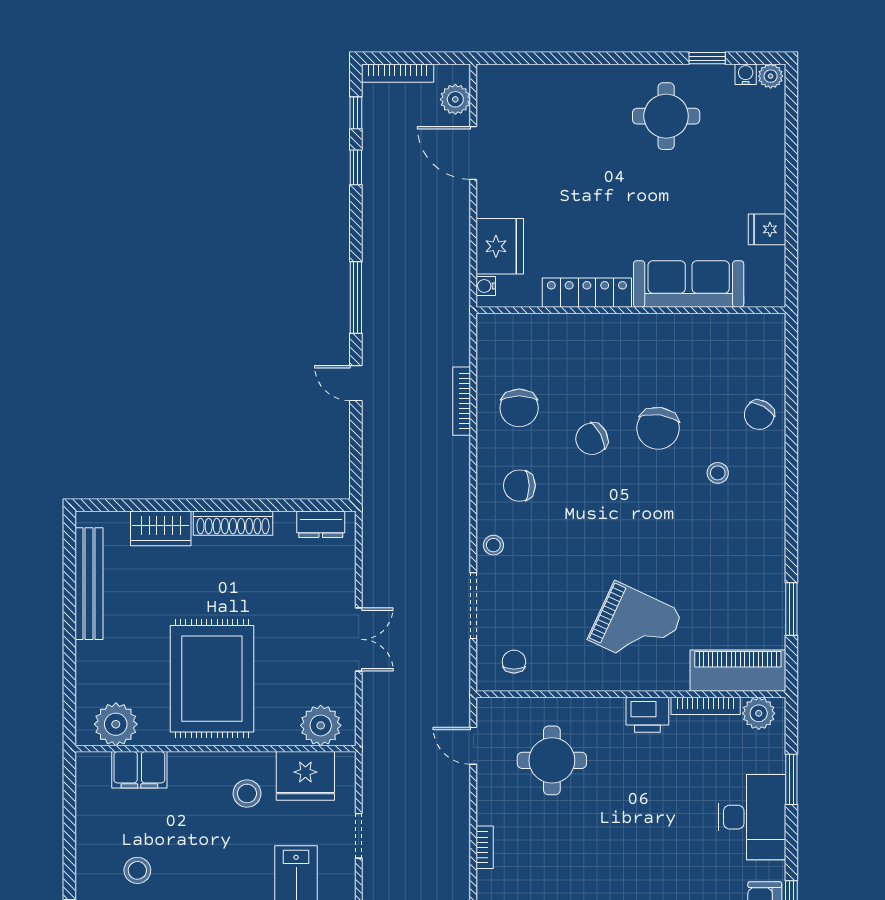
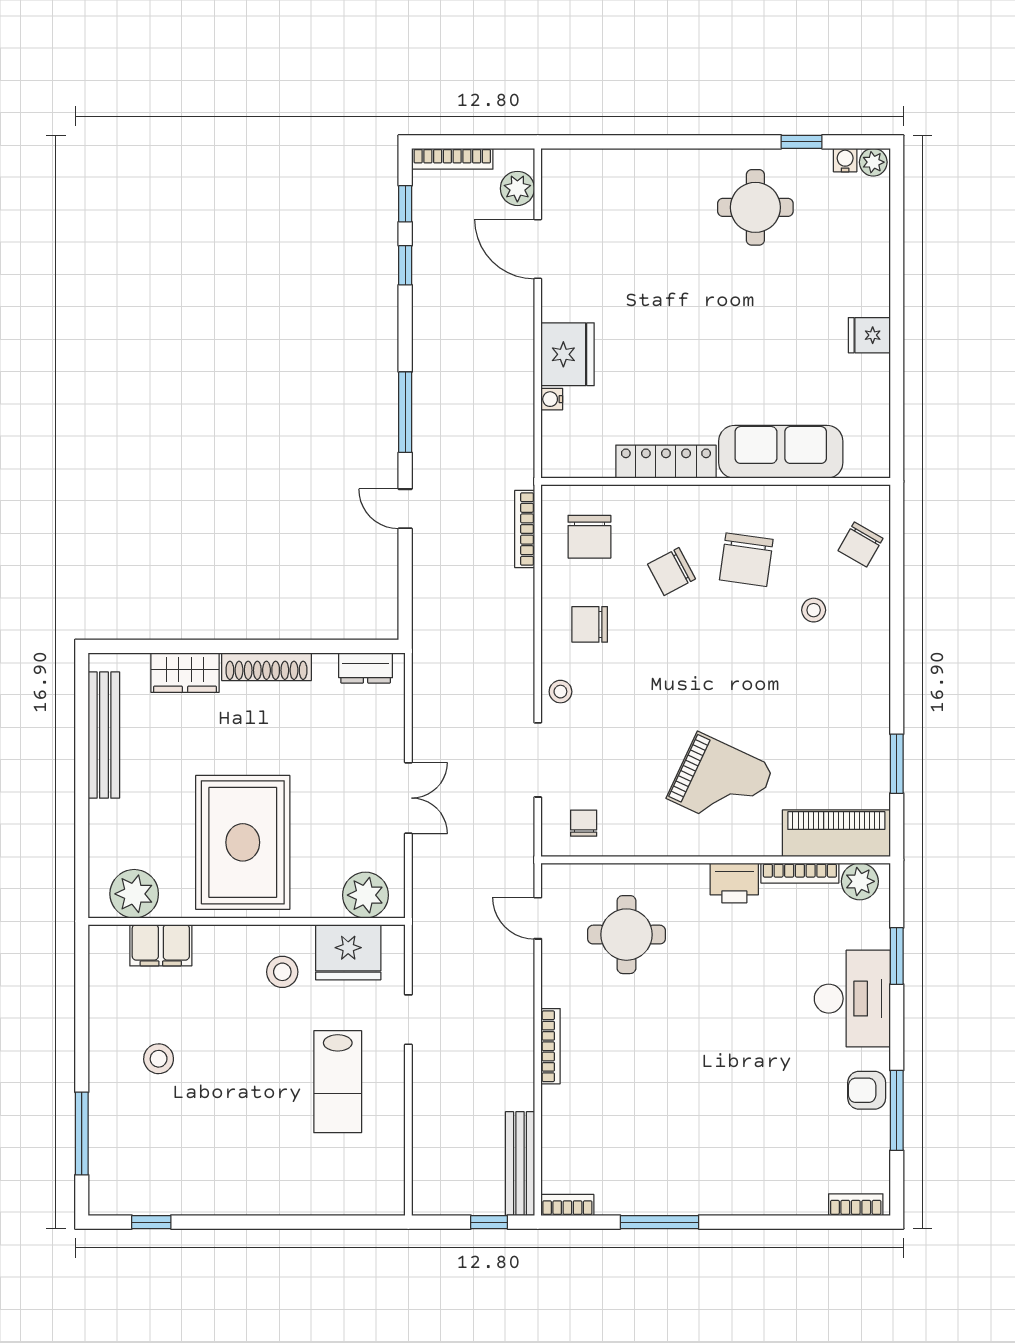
sofa: (689, 284) -> (781, 452), moved
locker: (587, 293) -> (666, 462), moved
wall: (631, 310) -> (716, 481), moved
bookcase: (485, 847) -> (551, 1046), width x1.56

